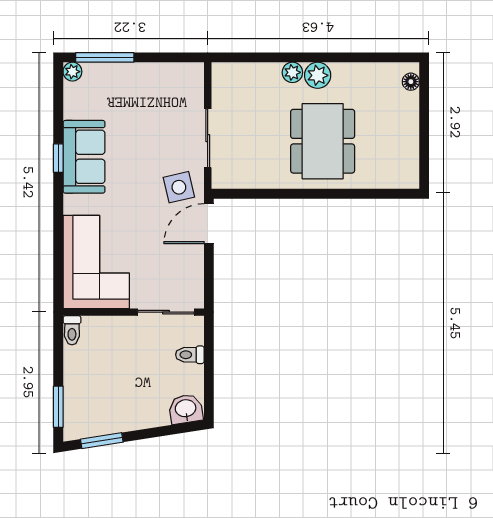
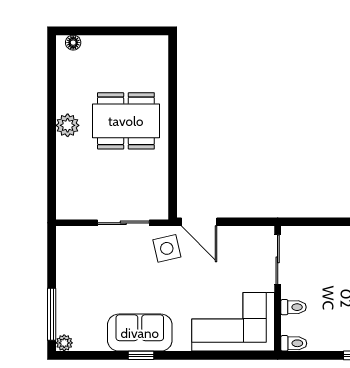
plant: (292, 72) -> (65, 148), removed
toilet: (190, 355) -> (293, 307), moved, turned -90

